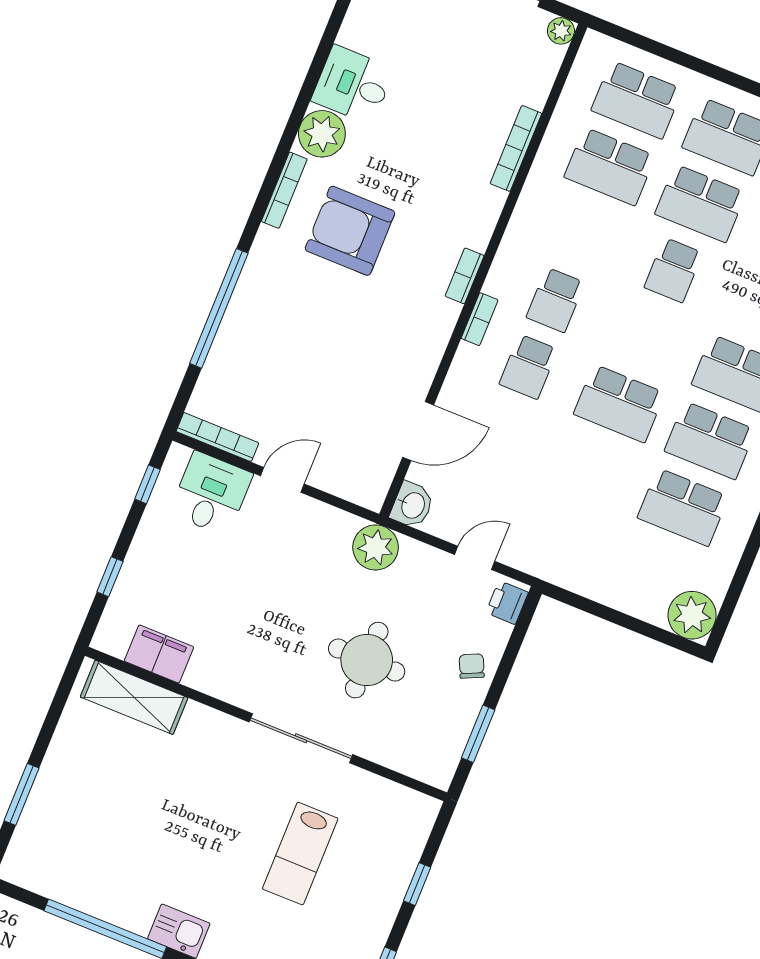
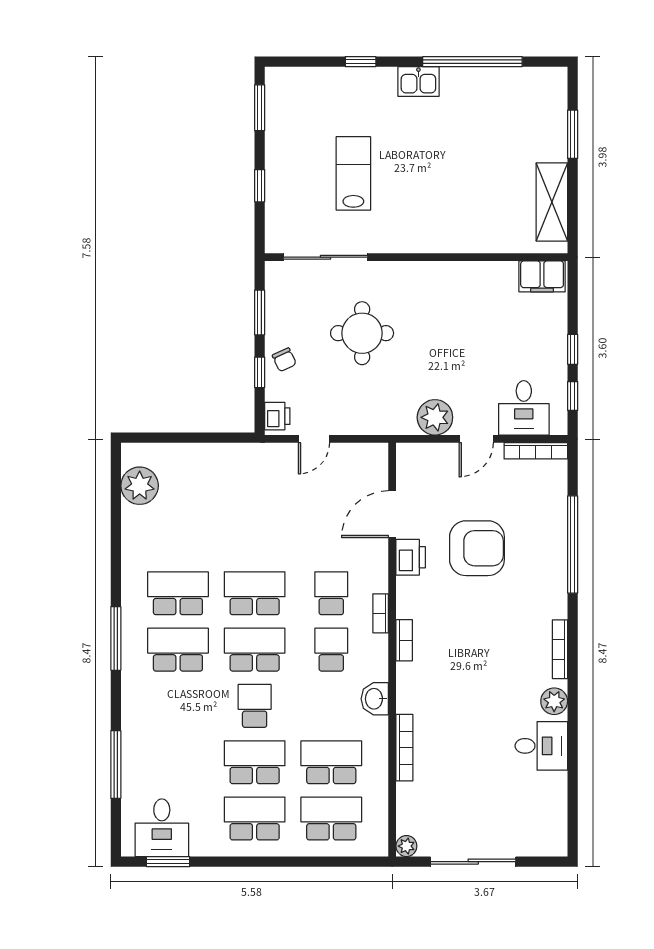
plant: (322, 134) -> (554, 701), width x0.73, depth x0.73
armchair: (350, 231) -> (477, 548), moved
printer: (417, 371) -> (411, 557), added
washbasin: (412, 505) -> (375, 699), moved
school desk: (683, 507) -> (255, 650), moved
plant: (376, 547) -> (435, 417), moved
window: (110, 577) -> (573, 349), moved
plant: (692, 615) -> (140, 486), moved
filing cabinet: (159, 654) -> (542, 276), moved
window: (507, 663) -> (260, 372), added
shelving: (134, 697) -> (552, 202), moved, turned 90
sliding door: (301, 738) -> (326, 257), moved

